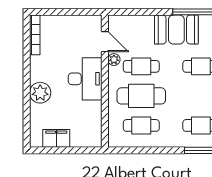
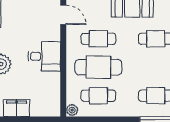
plant: (114, 60) -> (72, 110), moved
desk: (85, 79) -> (44, 56), width x0.73

